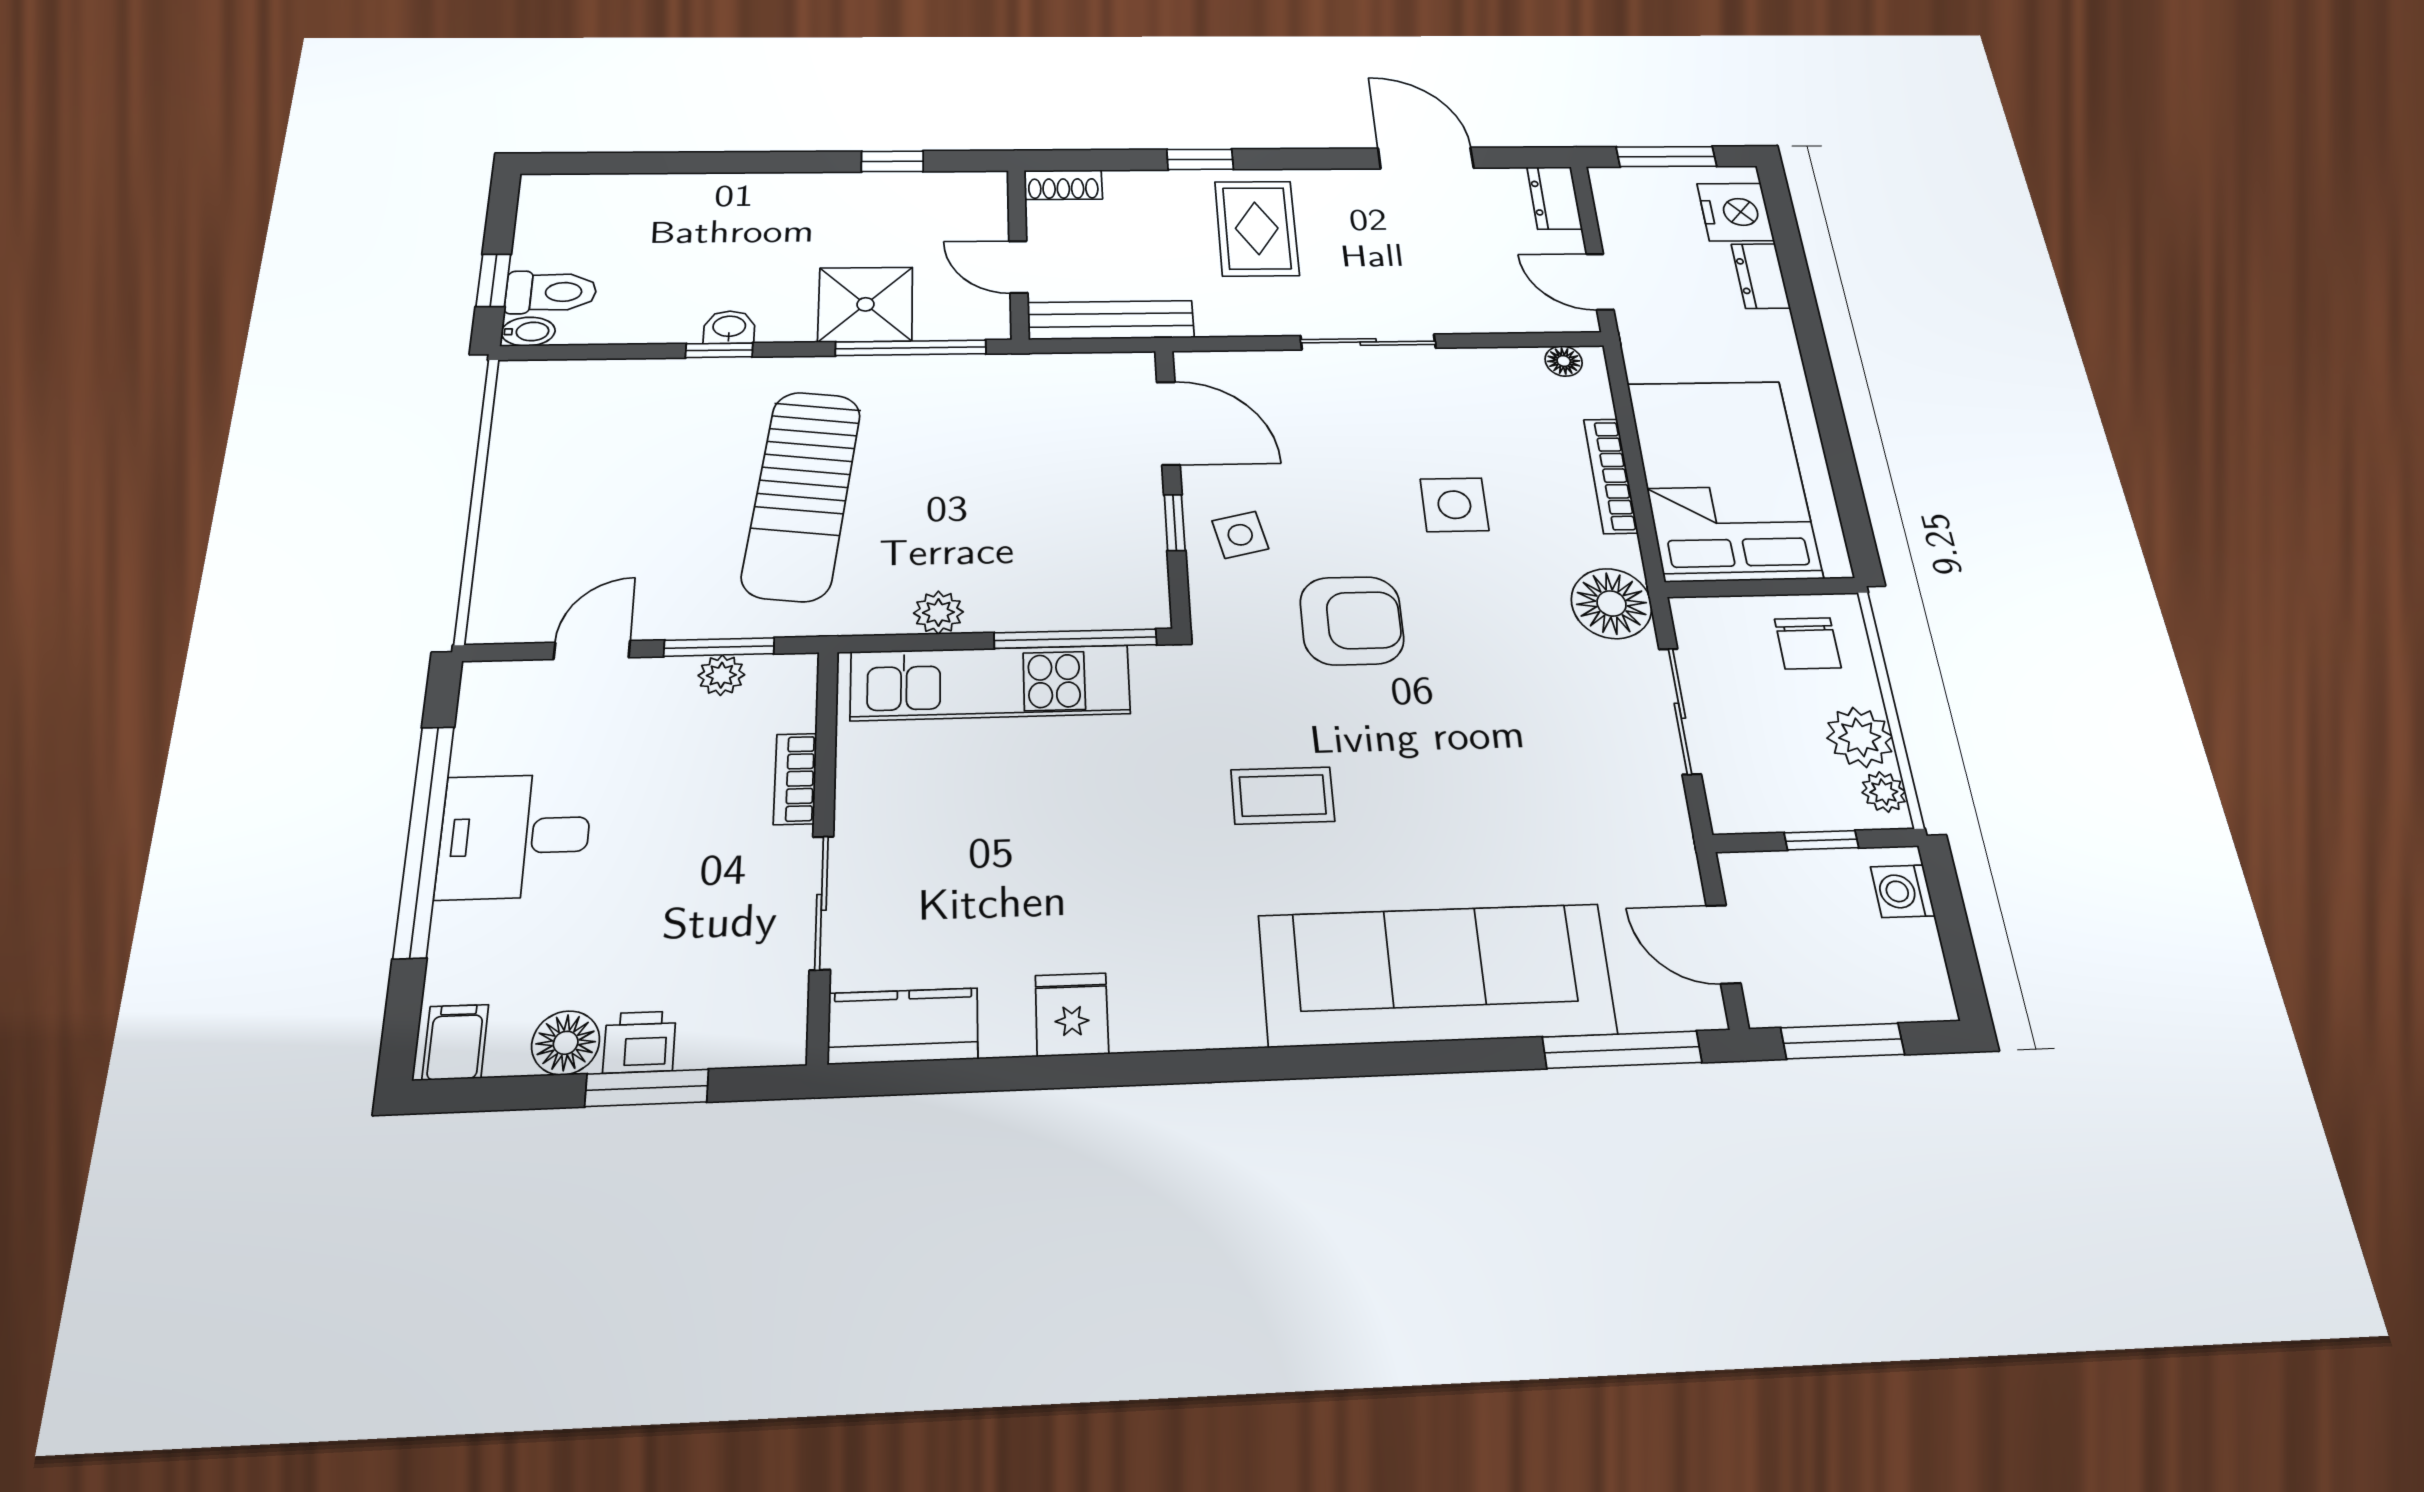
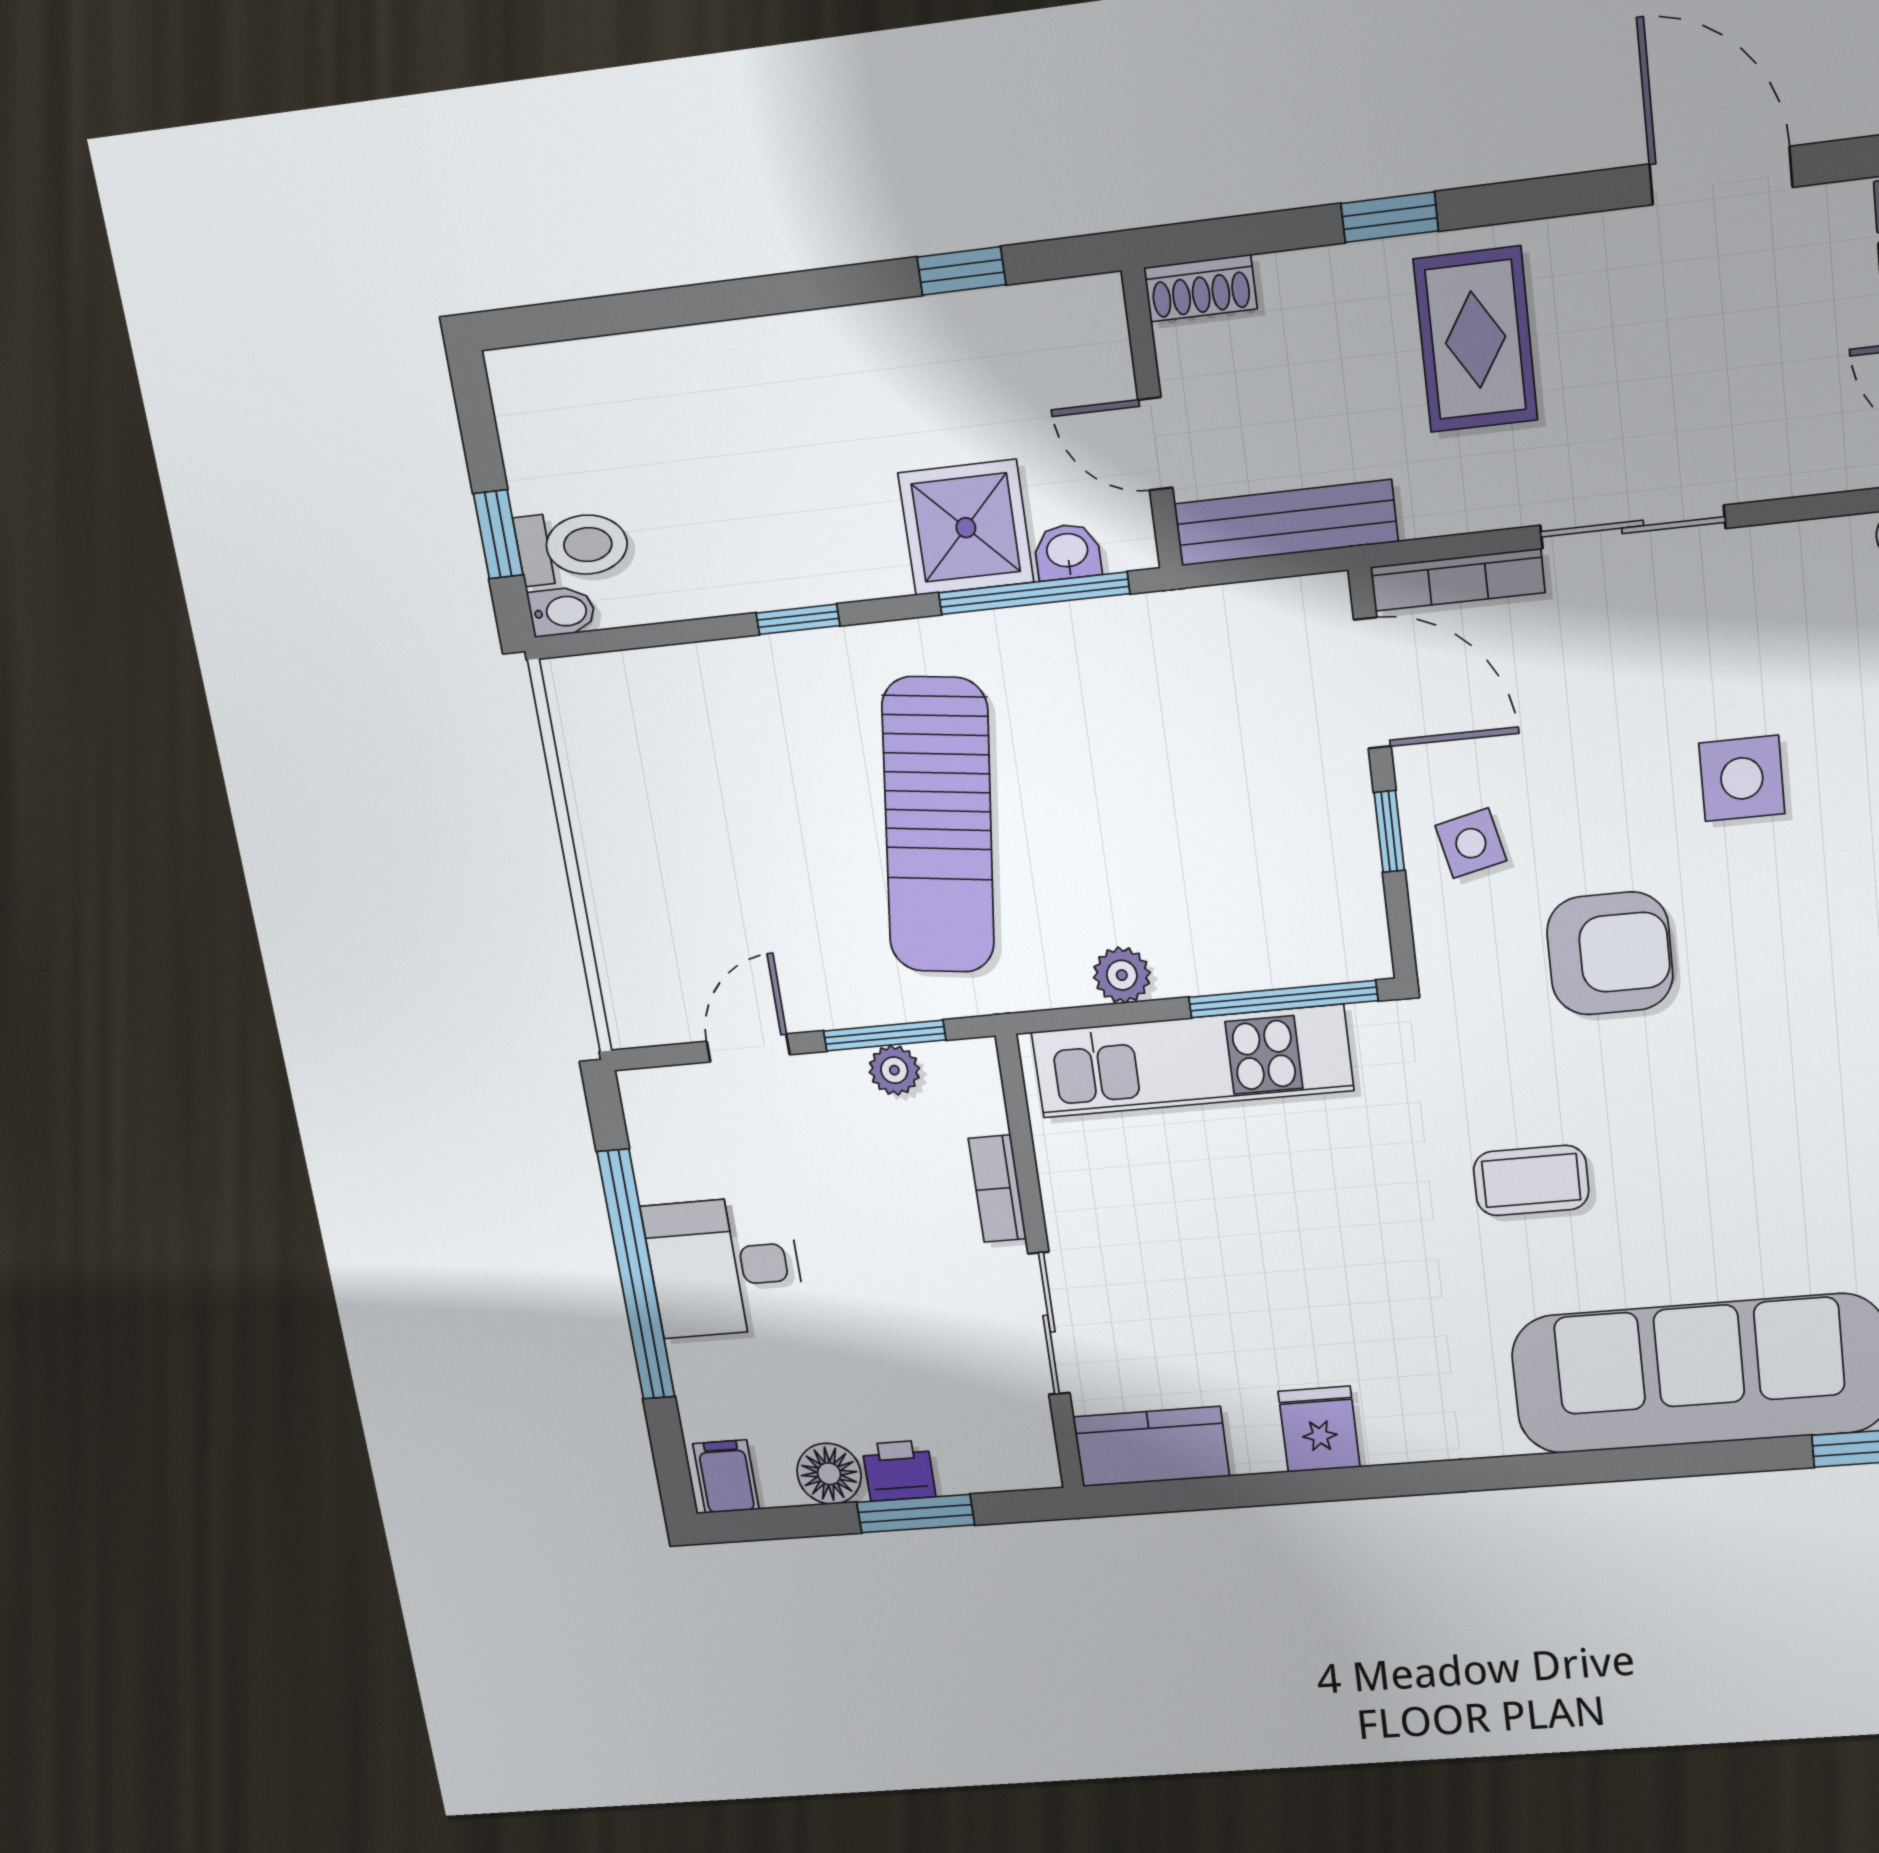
washbasin: (729, 327) -> (1067, 552), moved
bookcase: (1238, 364) -> (1458, 580), added

